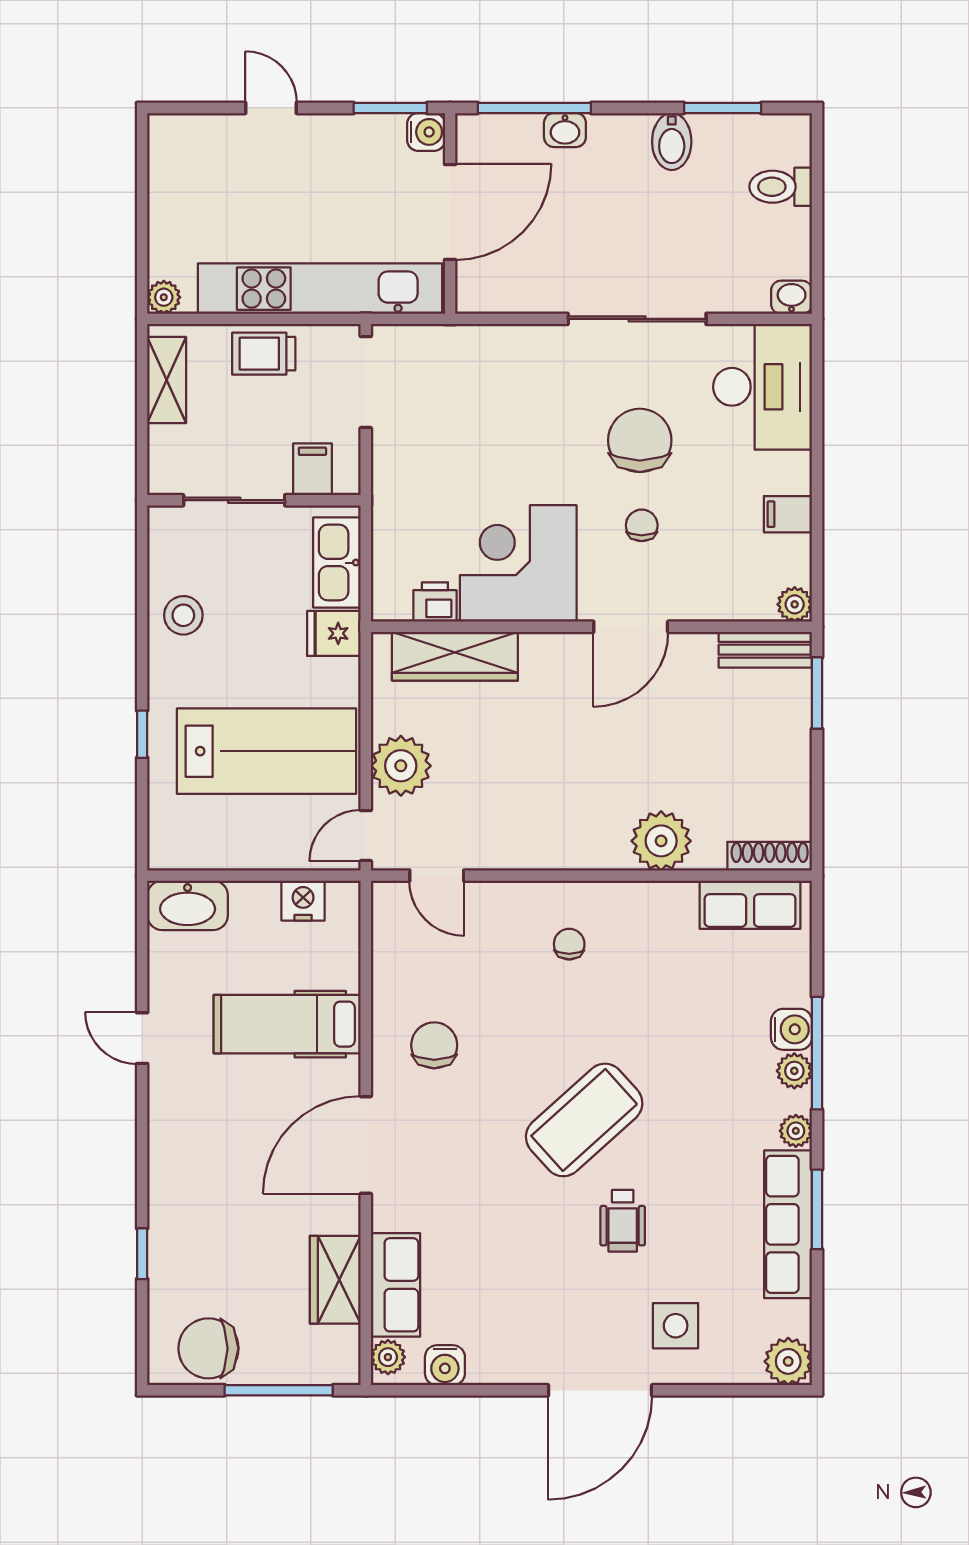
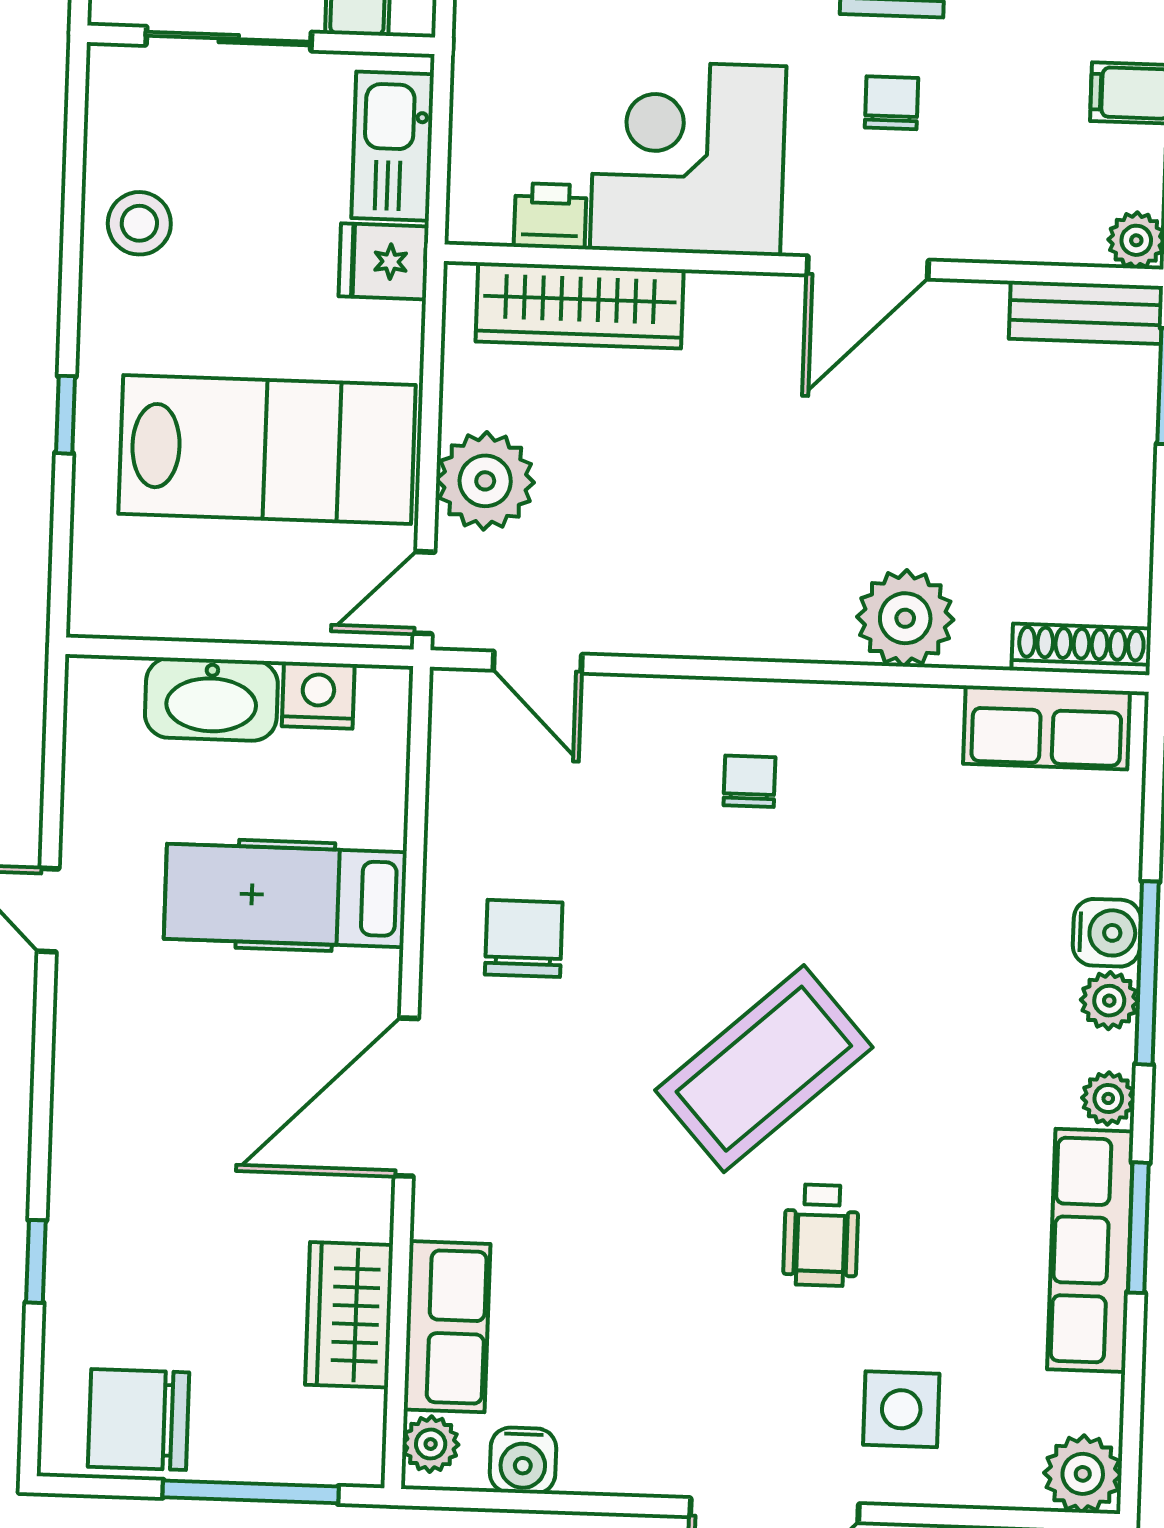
washbasin: (188, 905) -> (211, 699), moved

